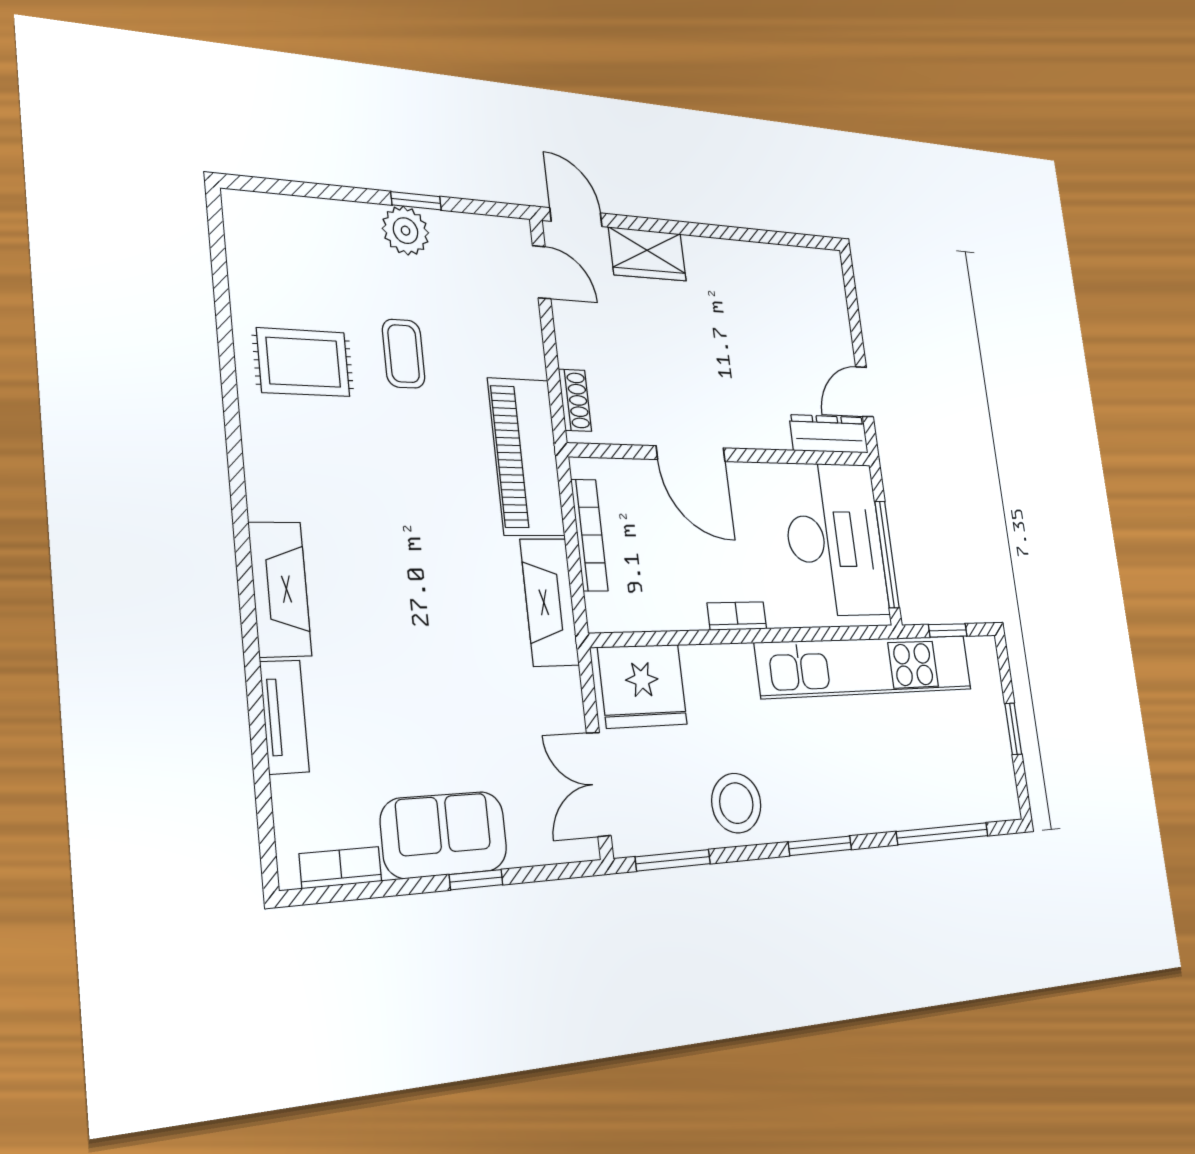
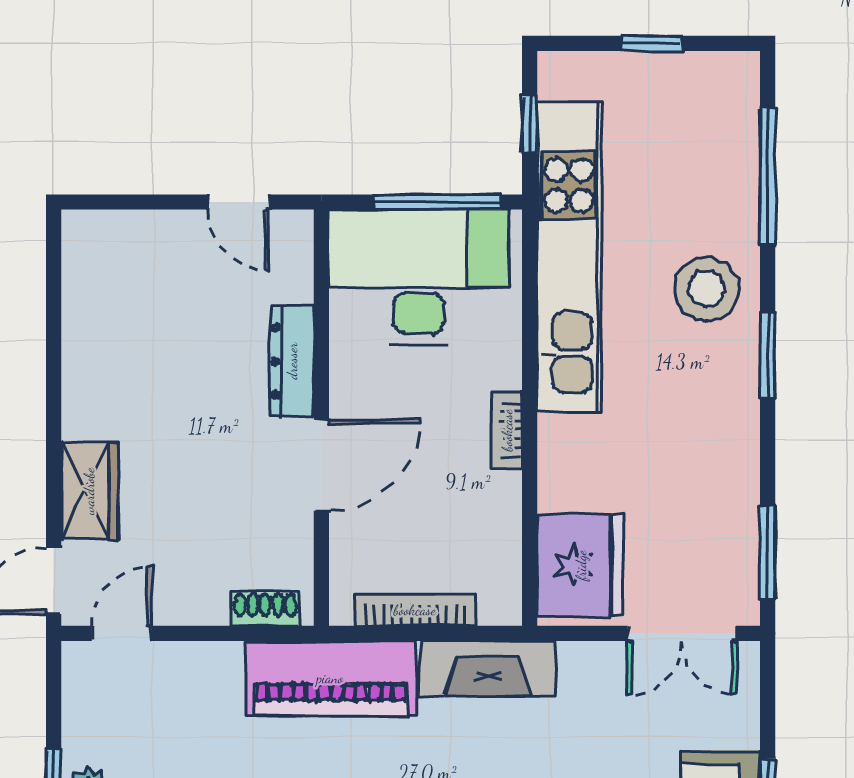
dresser: (829, 434) -> (292, 361), moved
stool: (736, 803) -> (706, 289), moved

